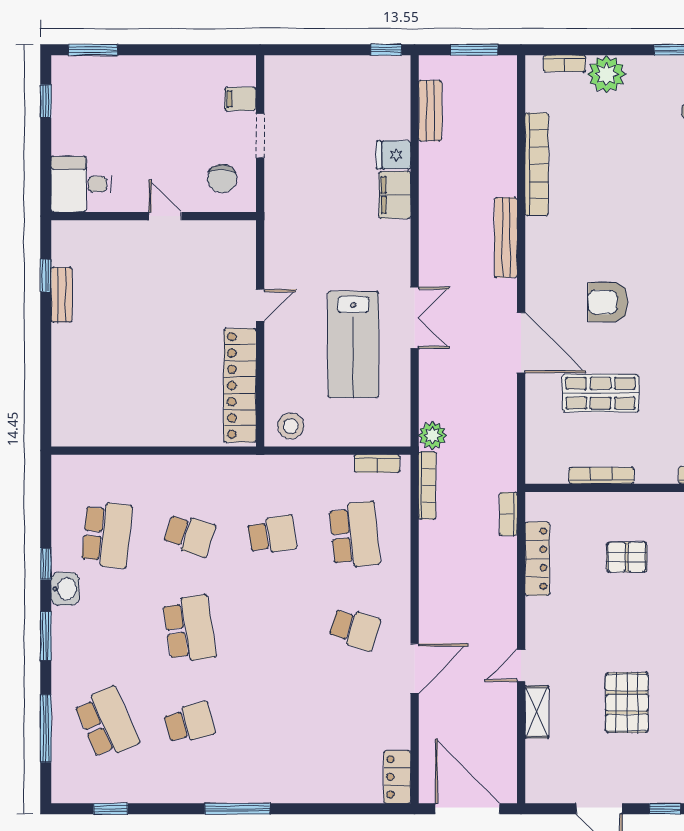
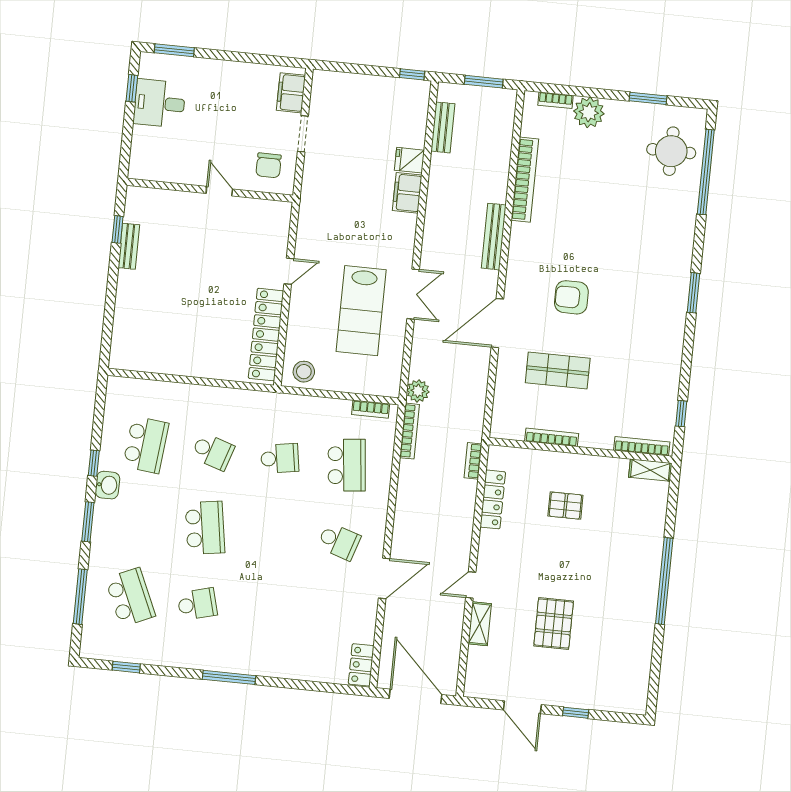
filing cabinet: (240, 99) -> (291, 93), width x2.00
desk: (81, 184) -> (159, 103), moved
door: (521, 343) -> (497, 323), swing flipped

